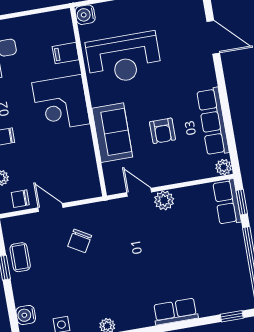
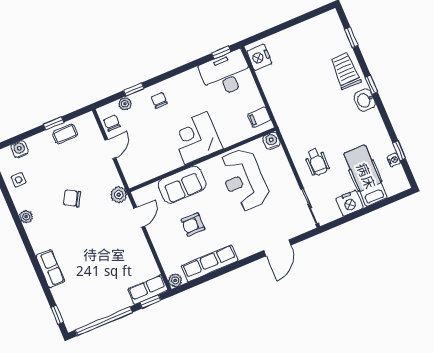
filing cabinet: (66, 53) -> (259, 117), moved, turned -90
plant: (164, 200) -> (119, 195), moved
chair: (80, 241) -> (72, 198), moved

